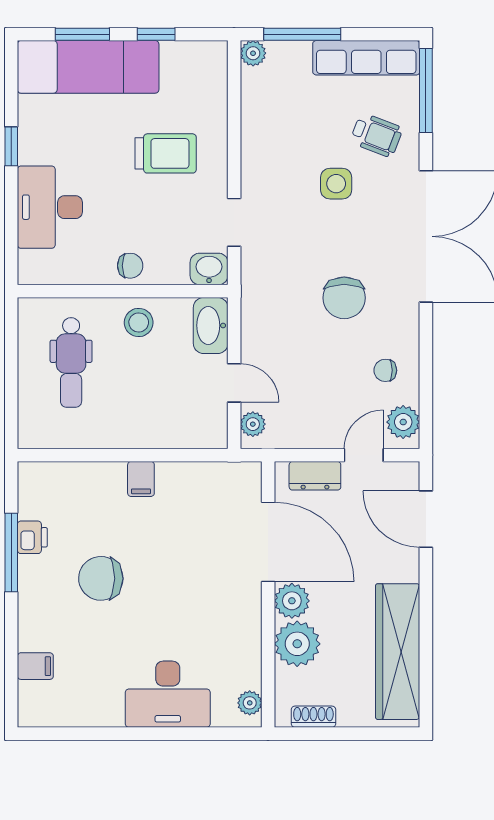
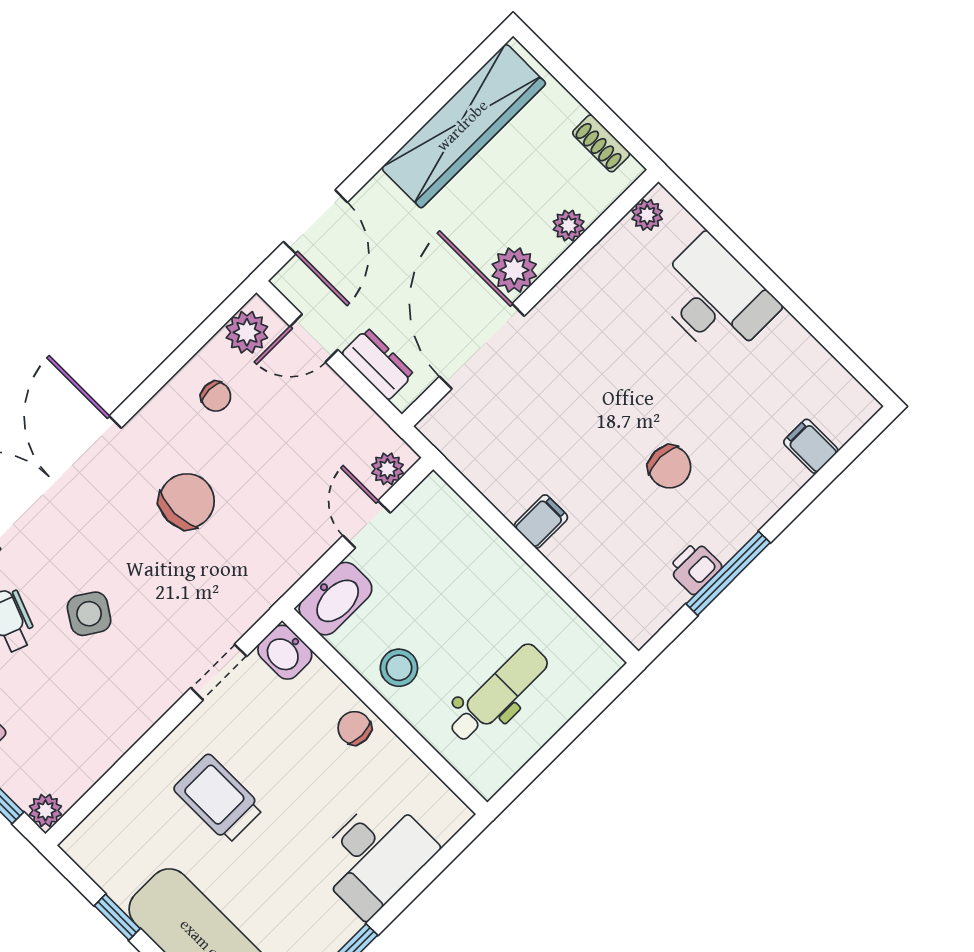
side table: (336, 184) -> (89, 614), turned 33
chair: (101, 578) -> (670, 467), width x0.73, depth x0.73
plant: (297, 644) -> (569, 226), width x0.53, depth x0.53

